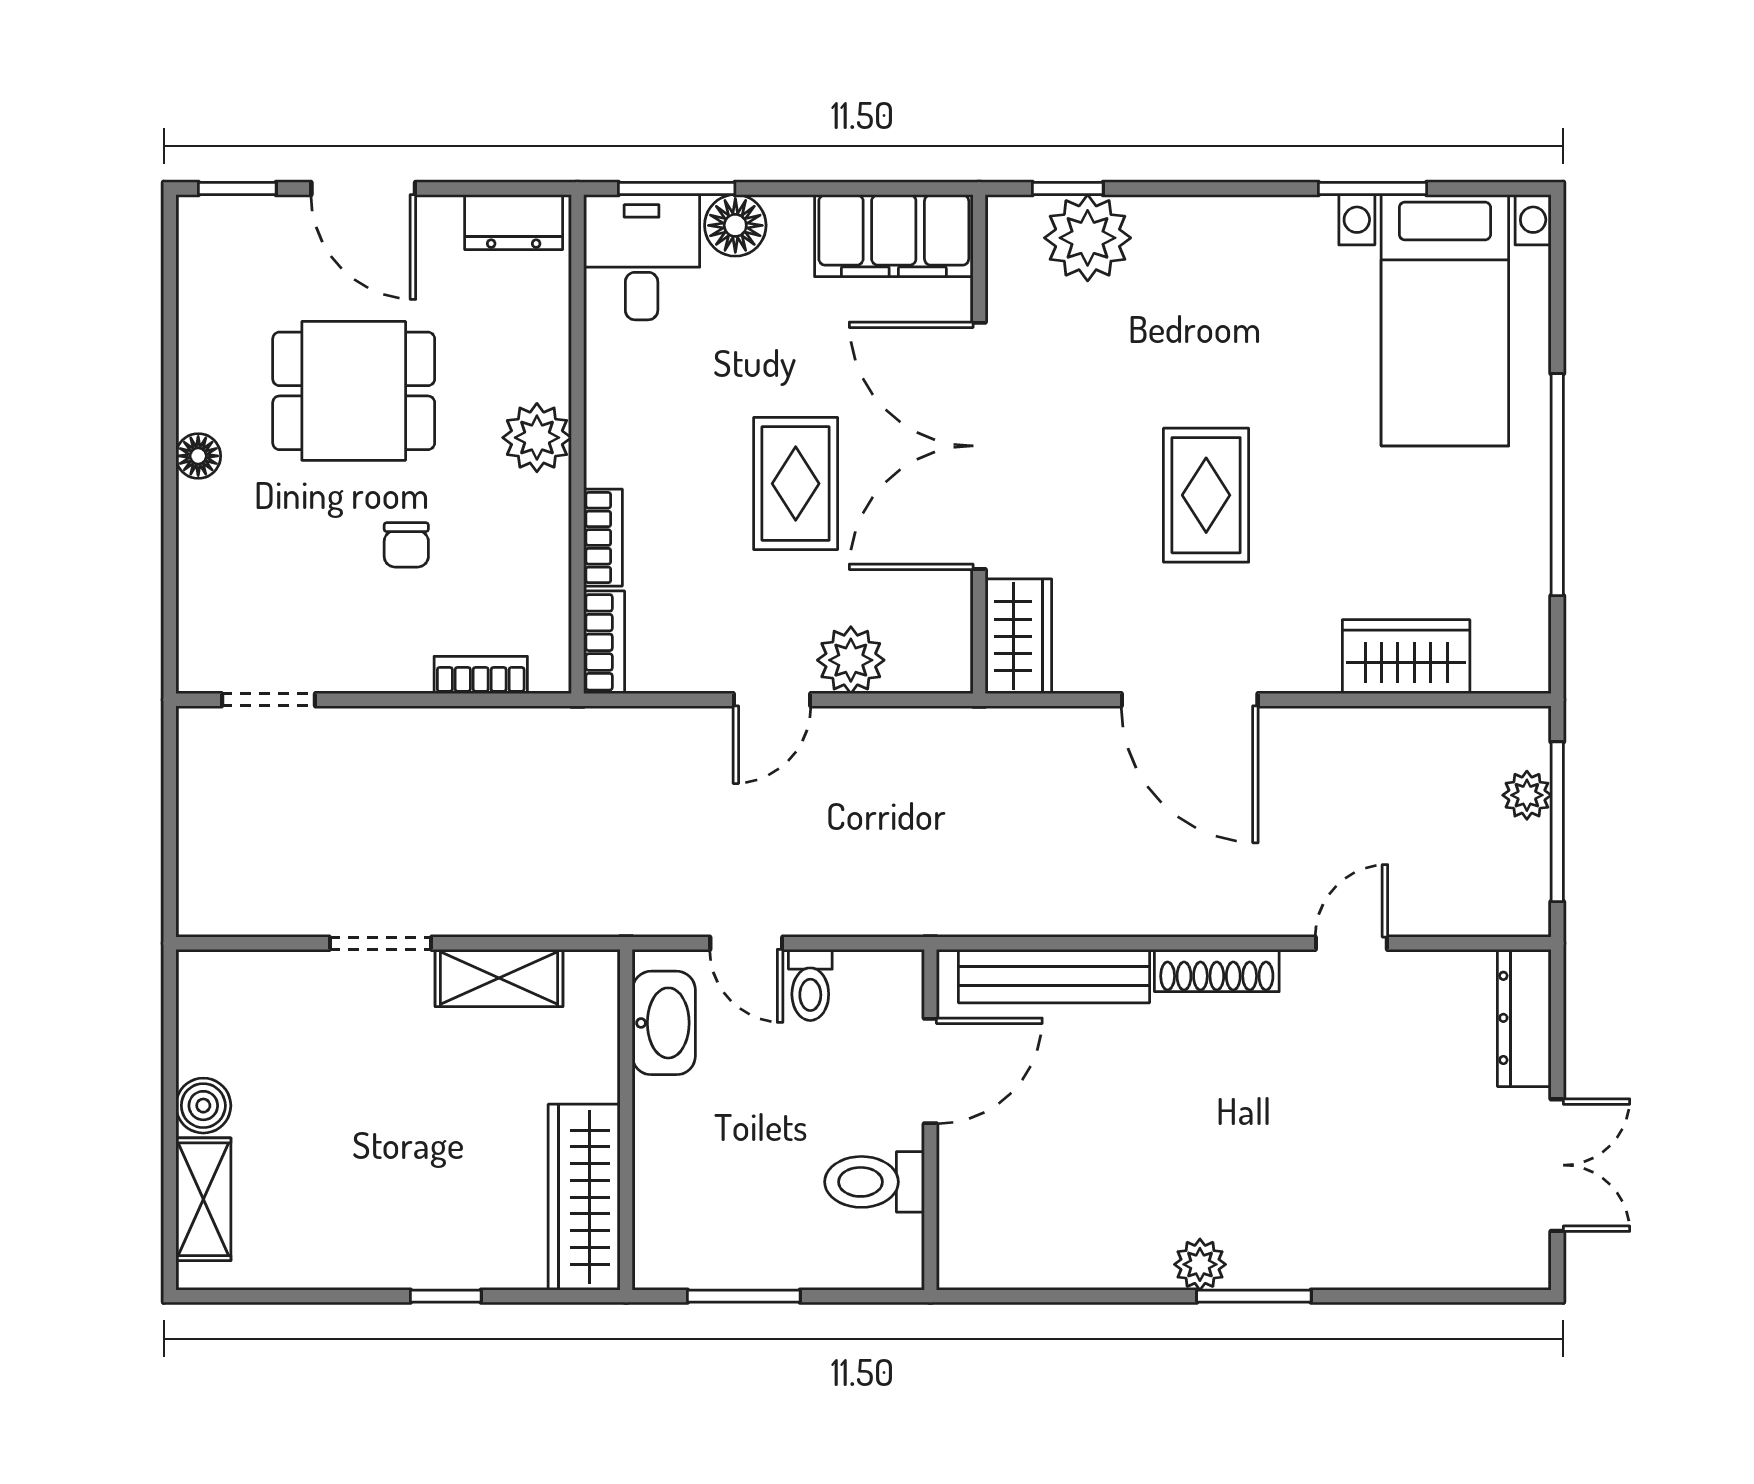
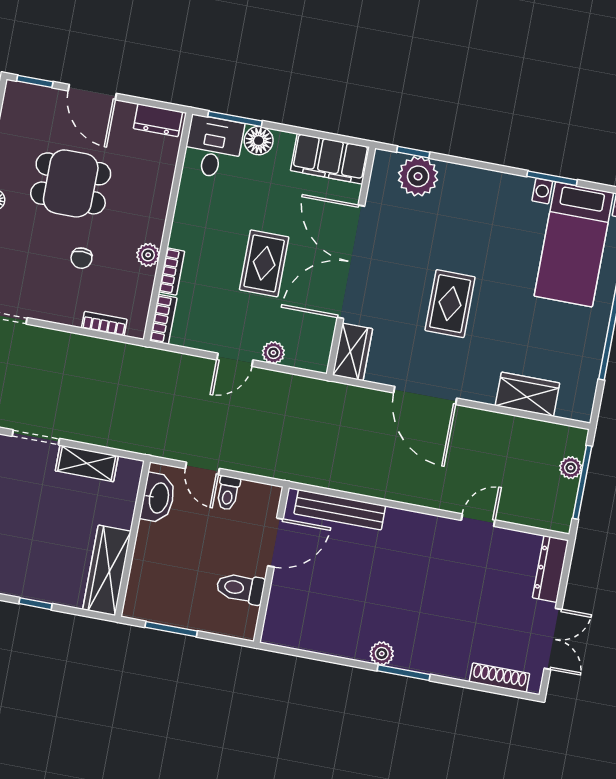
plant: (537, 438) -> (148, 255), moved, width x0.73, depth x0.73
plant: (851, 660) -> (273, 353), width x0.73, depth x0.73
shoe rack: (1217, 970) -> (499, 678), moved, turned 180

